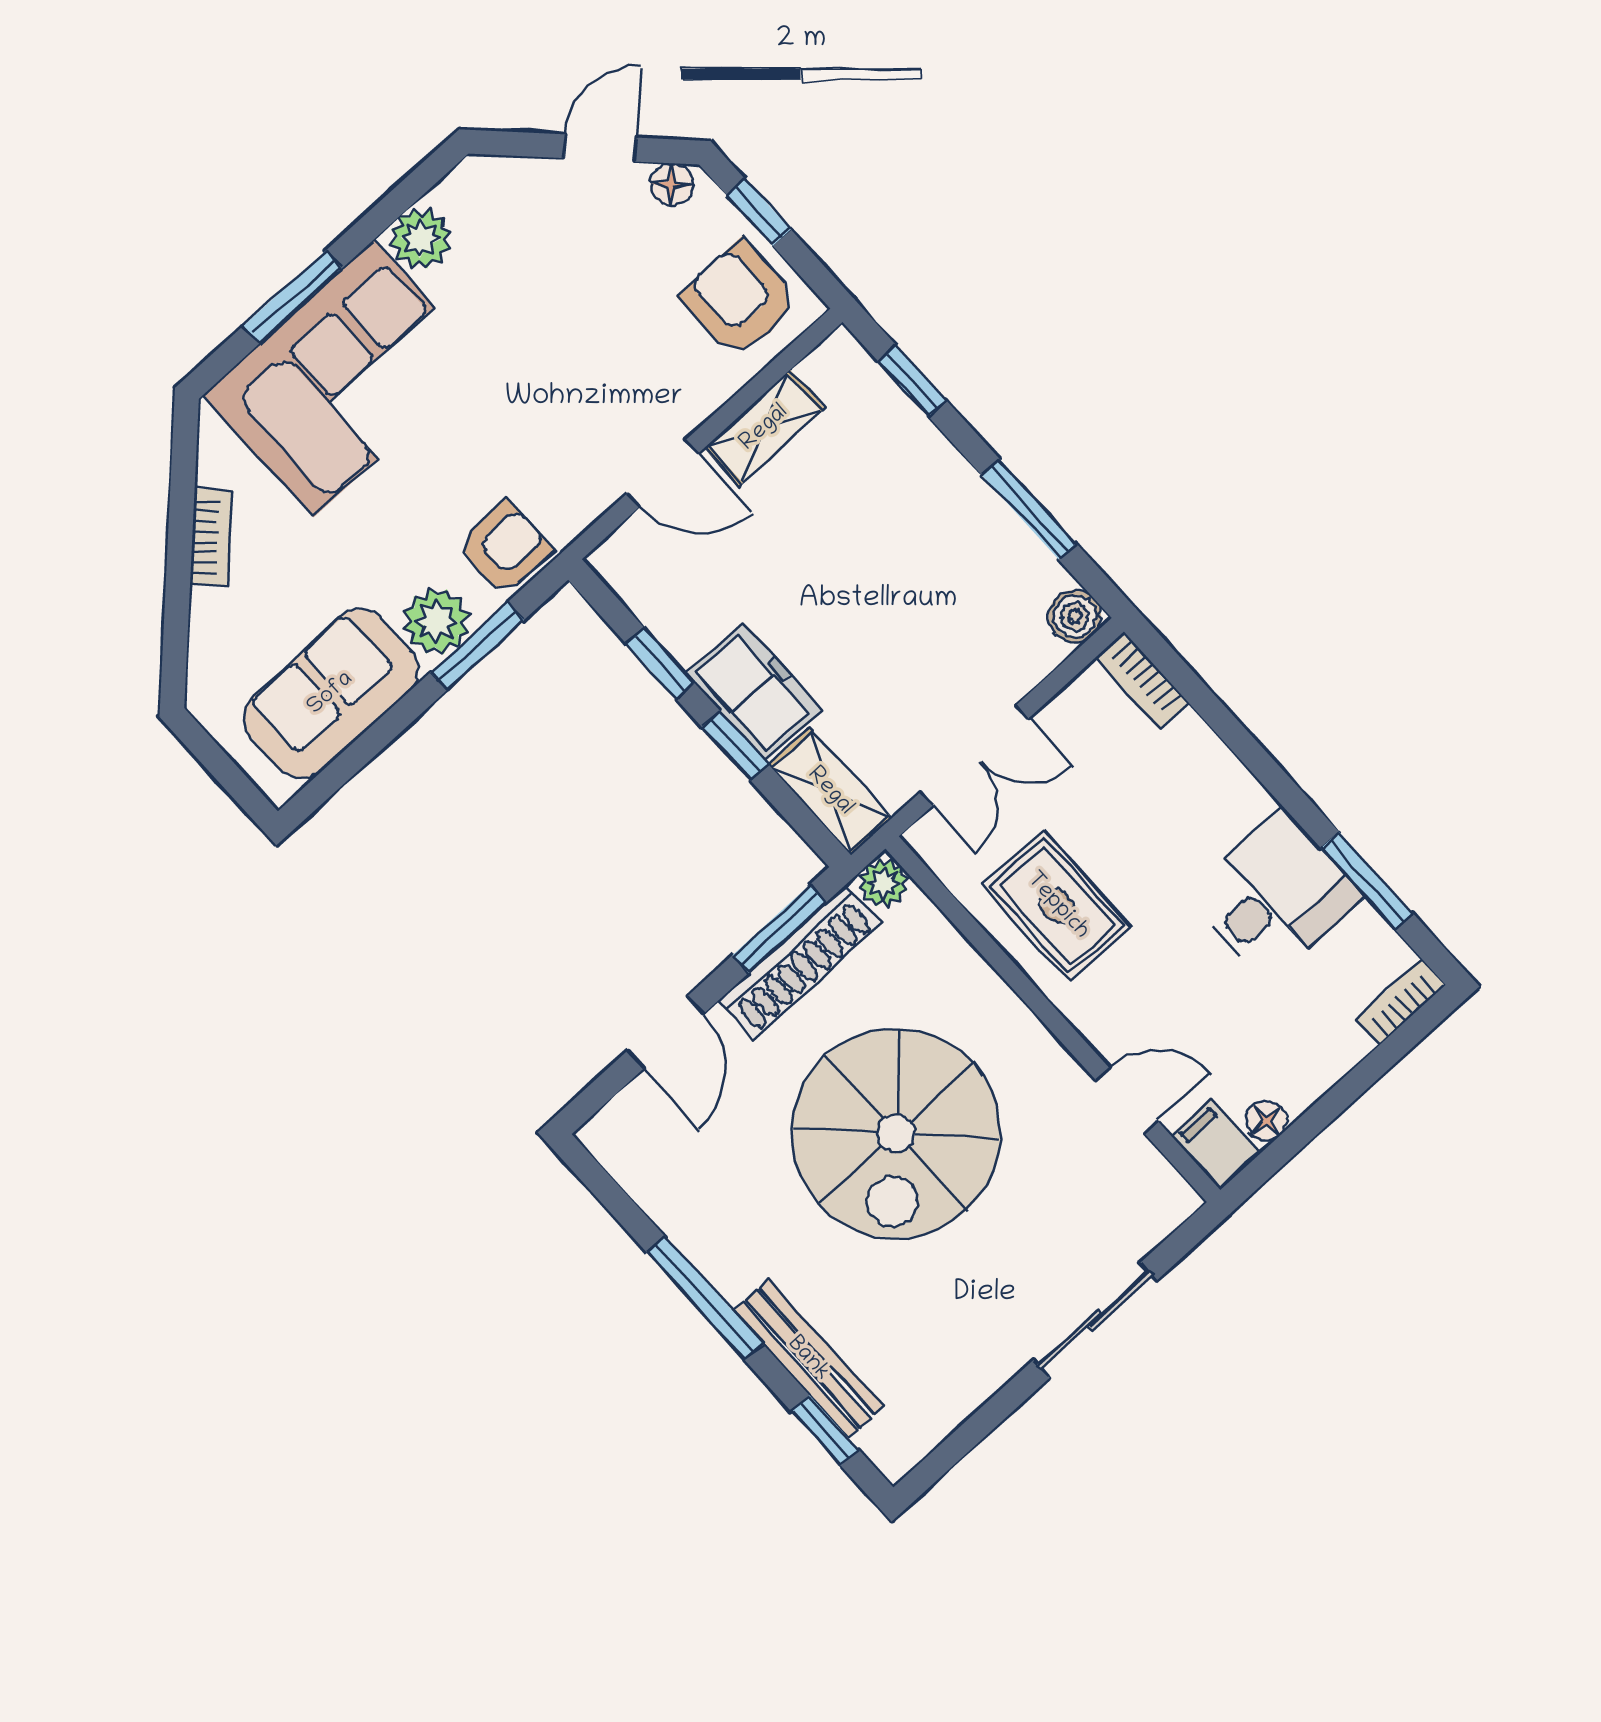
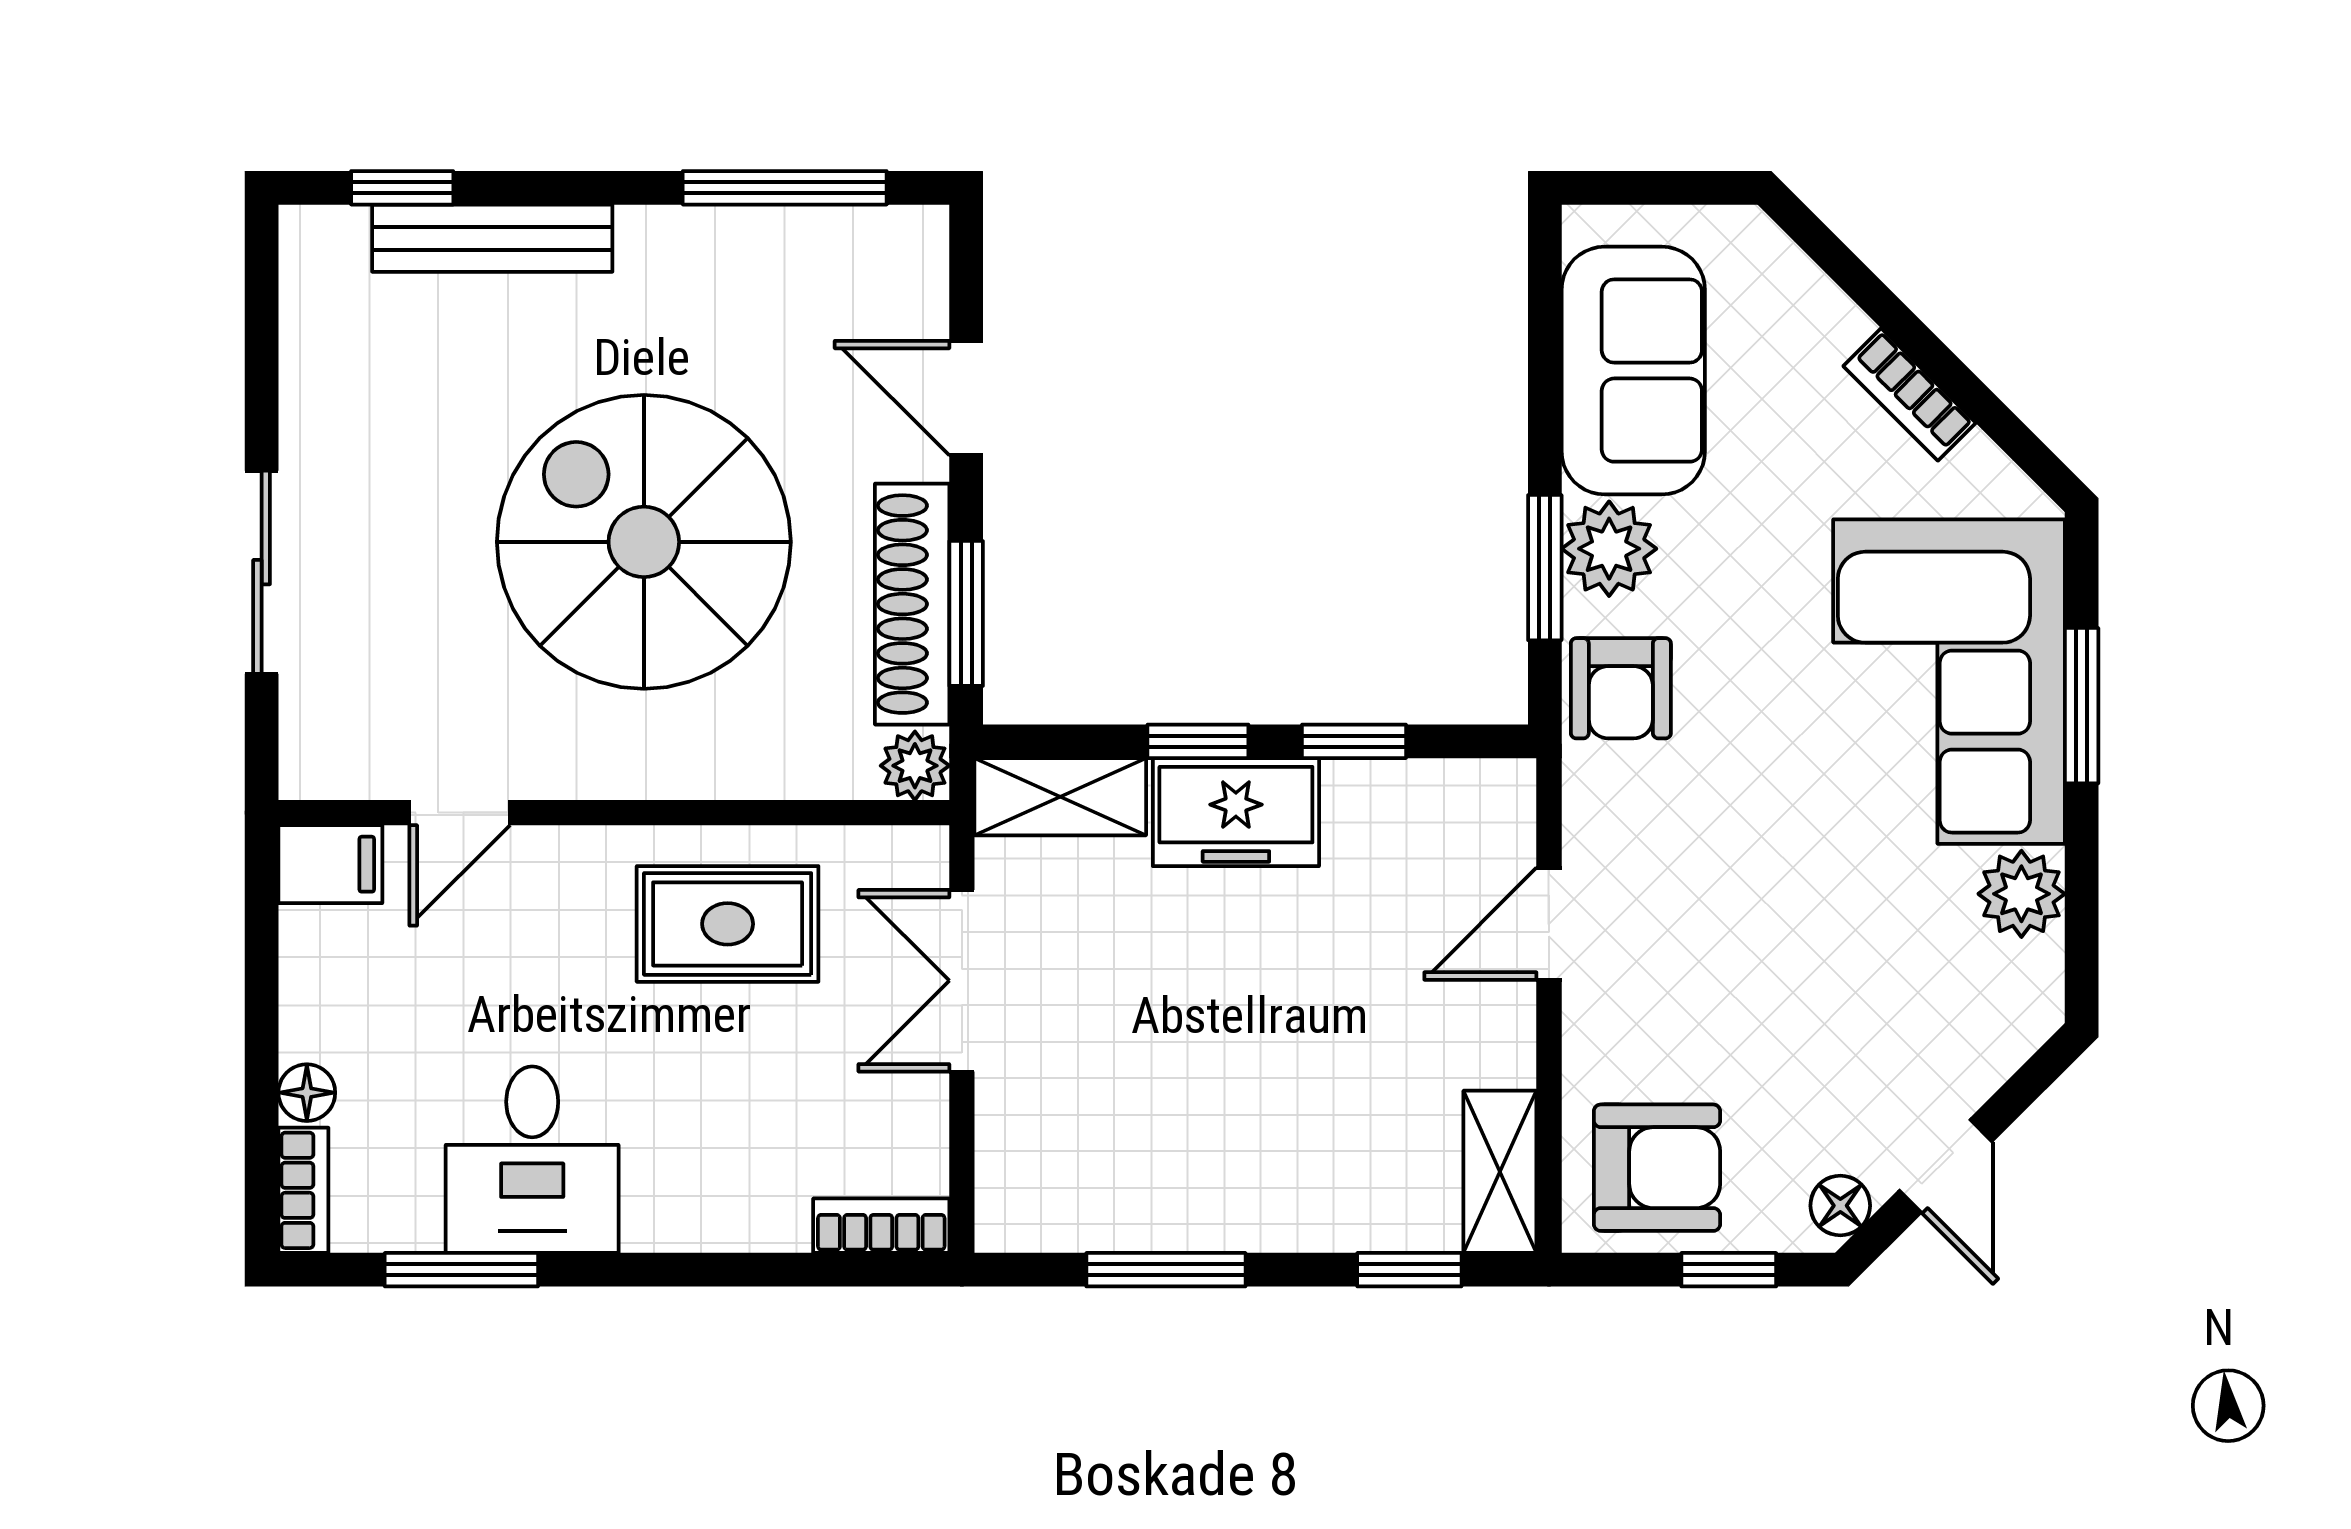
shelving: (765, 428) -> (1500, 1172), moved
boiler: (1075, 616) -> (1011, 1216), removed
floor lamp: (1266, 1121) -> (307, 1093), moved
window: (705, 1298) -> (785, 188), moved

